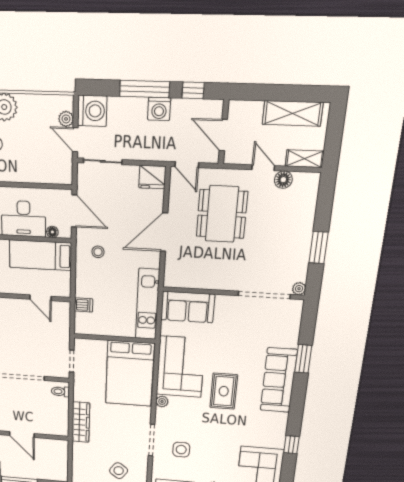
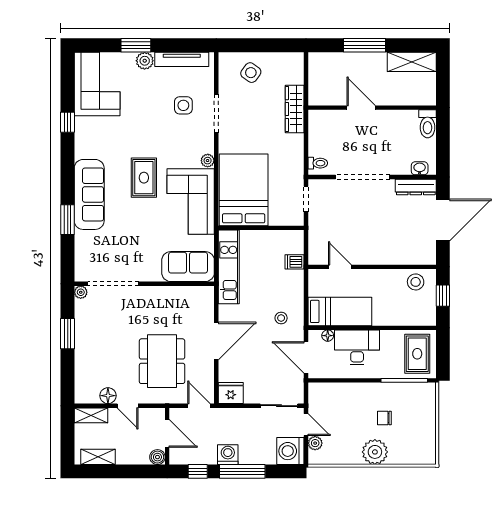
boiler: (236, 108) -> (157, 457), added
shelving: (293, 113) -> (98, 457), width x0.67, depth x0.75
wardrobe: (81, 422) -> (295, 109), moved

